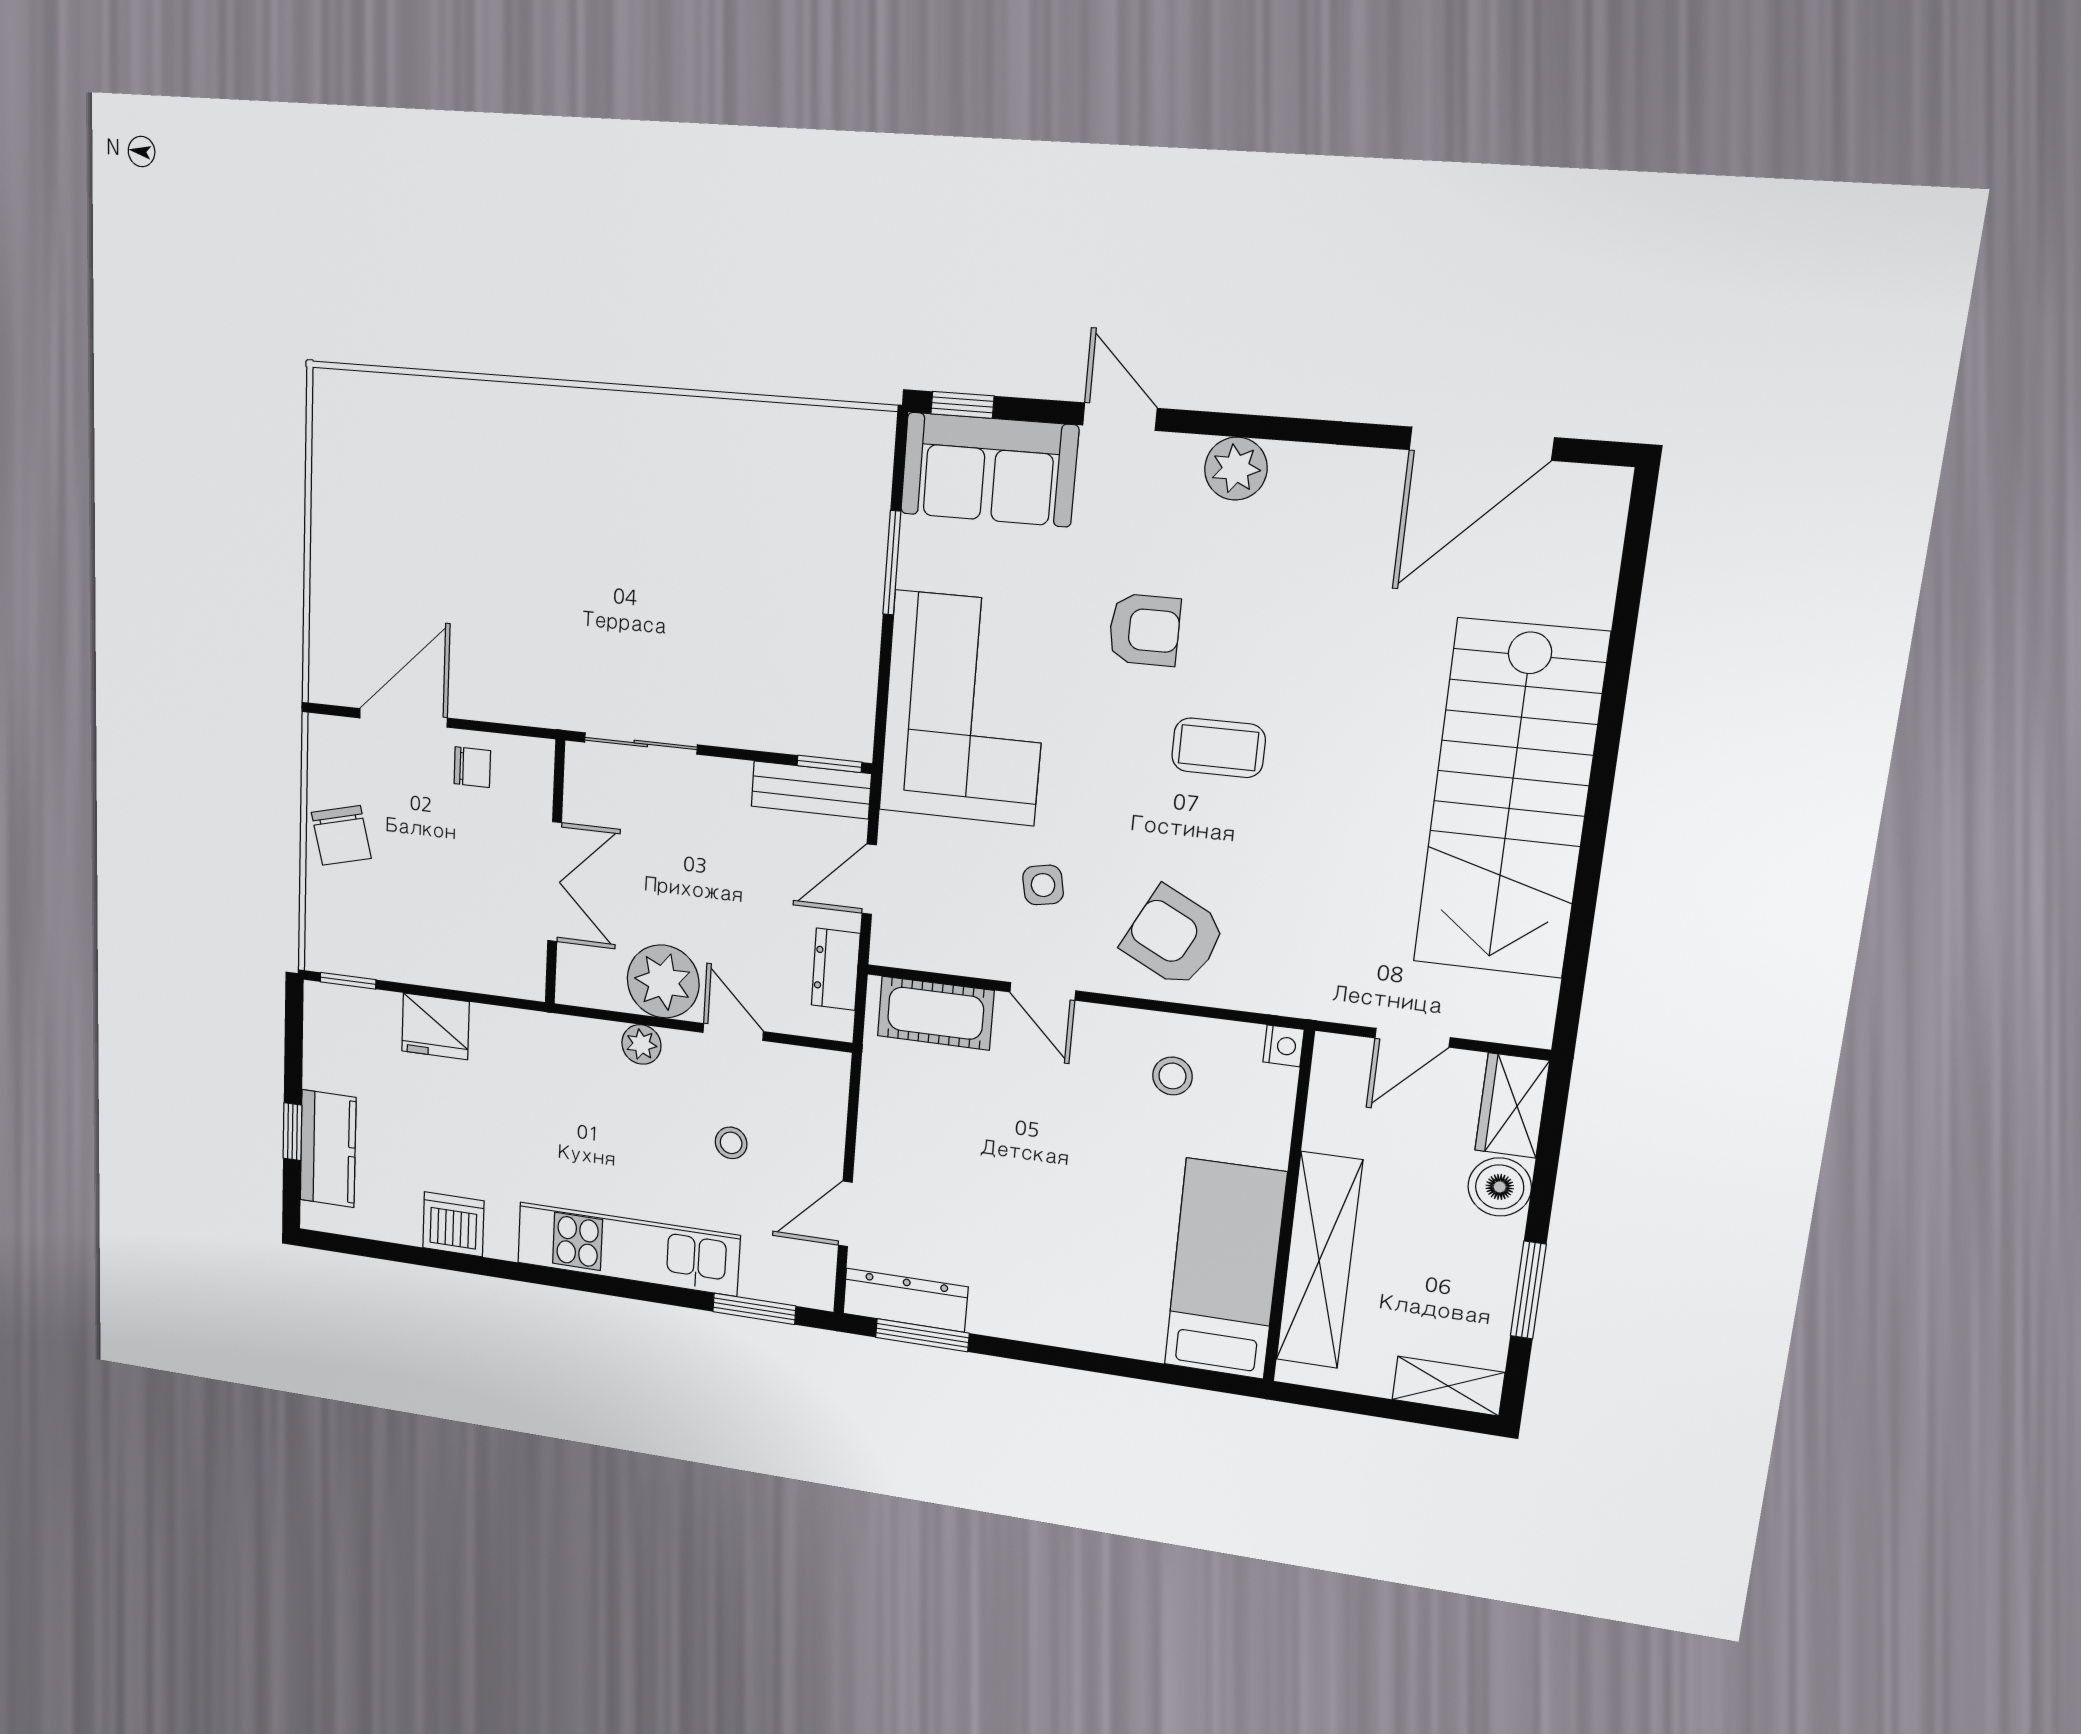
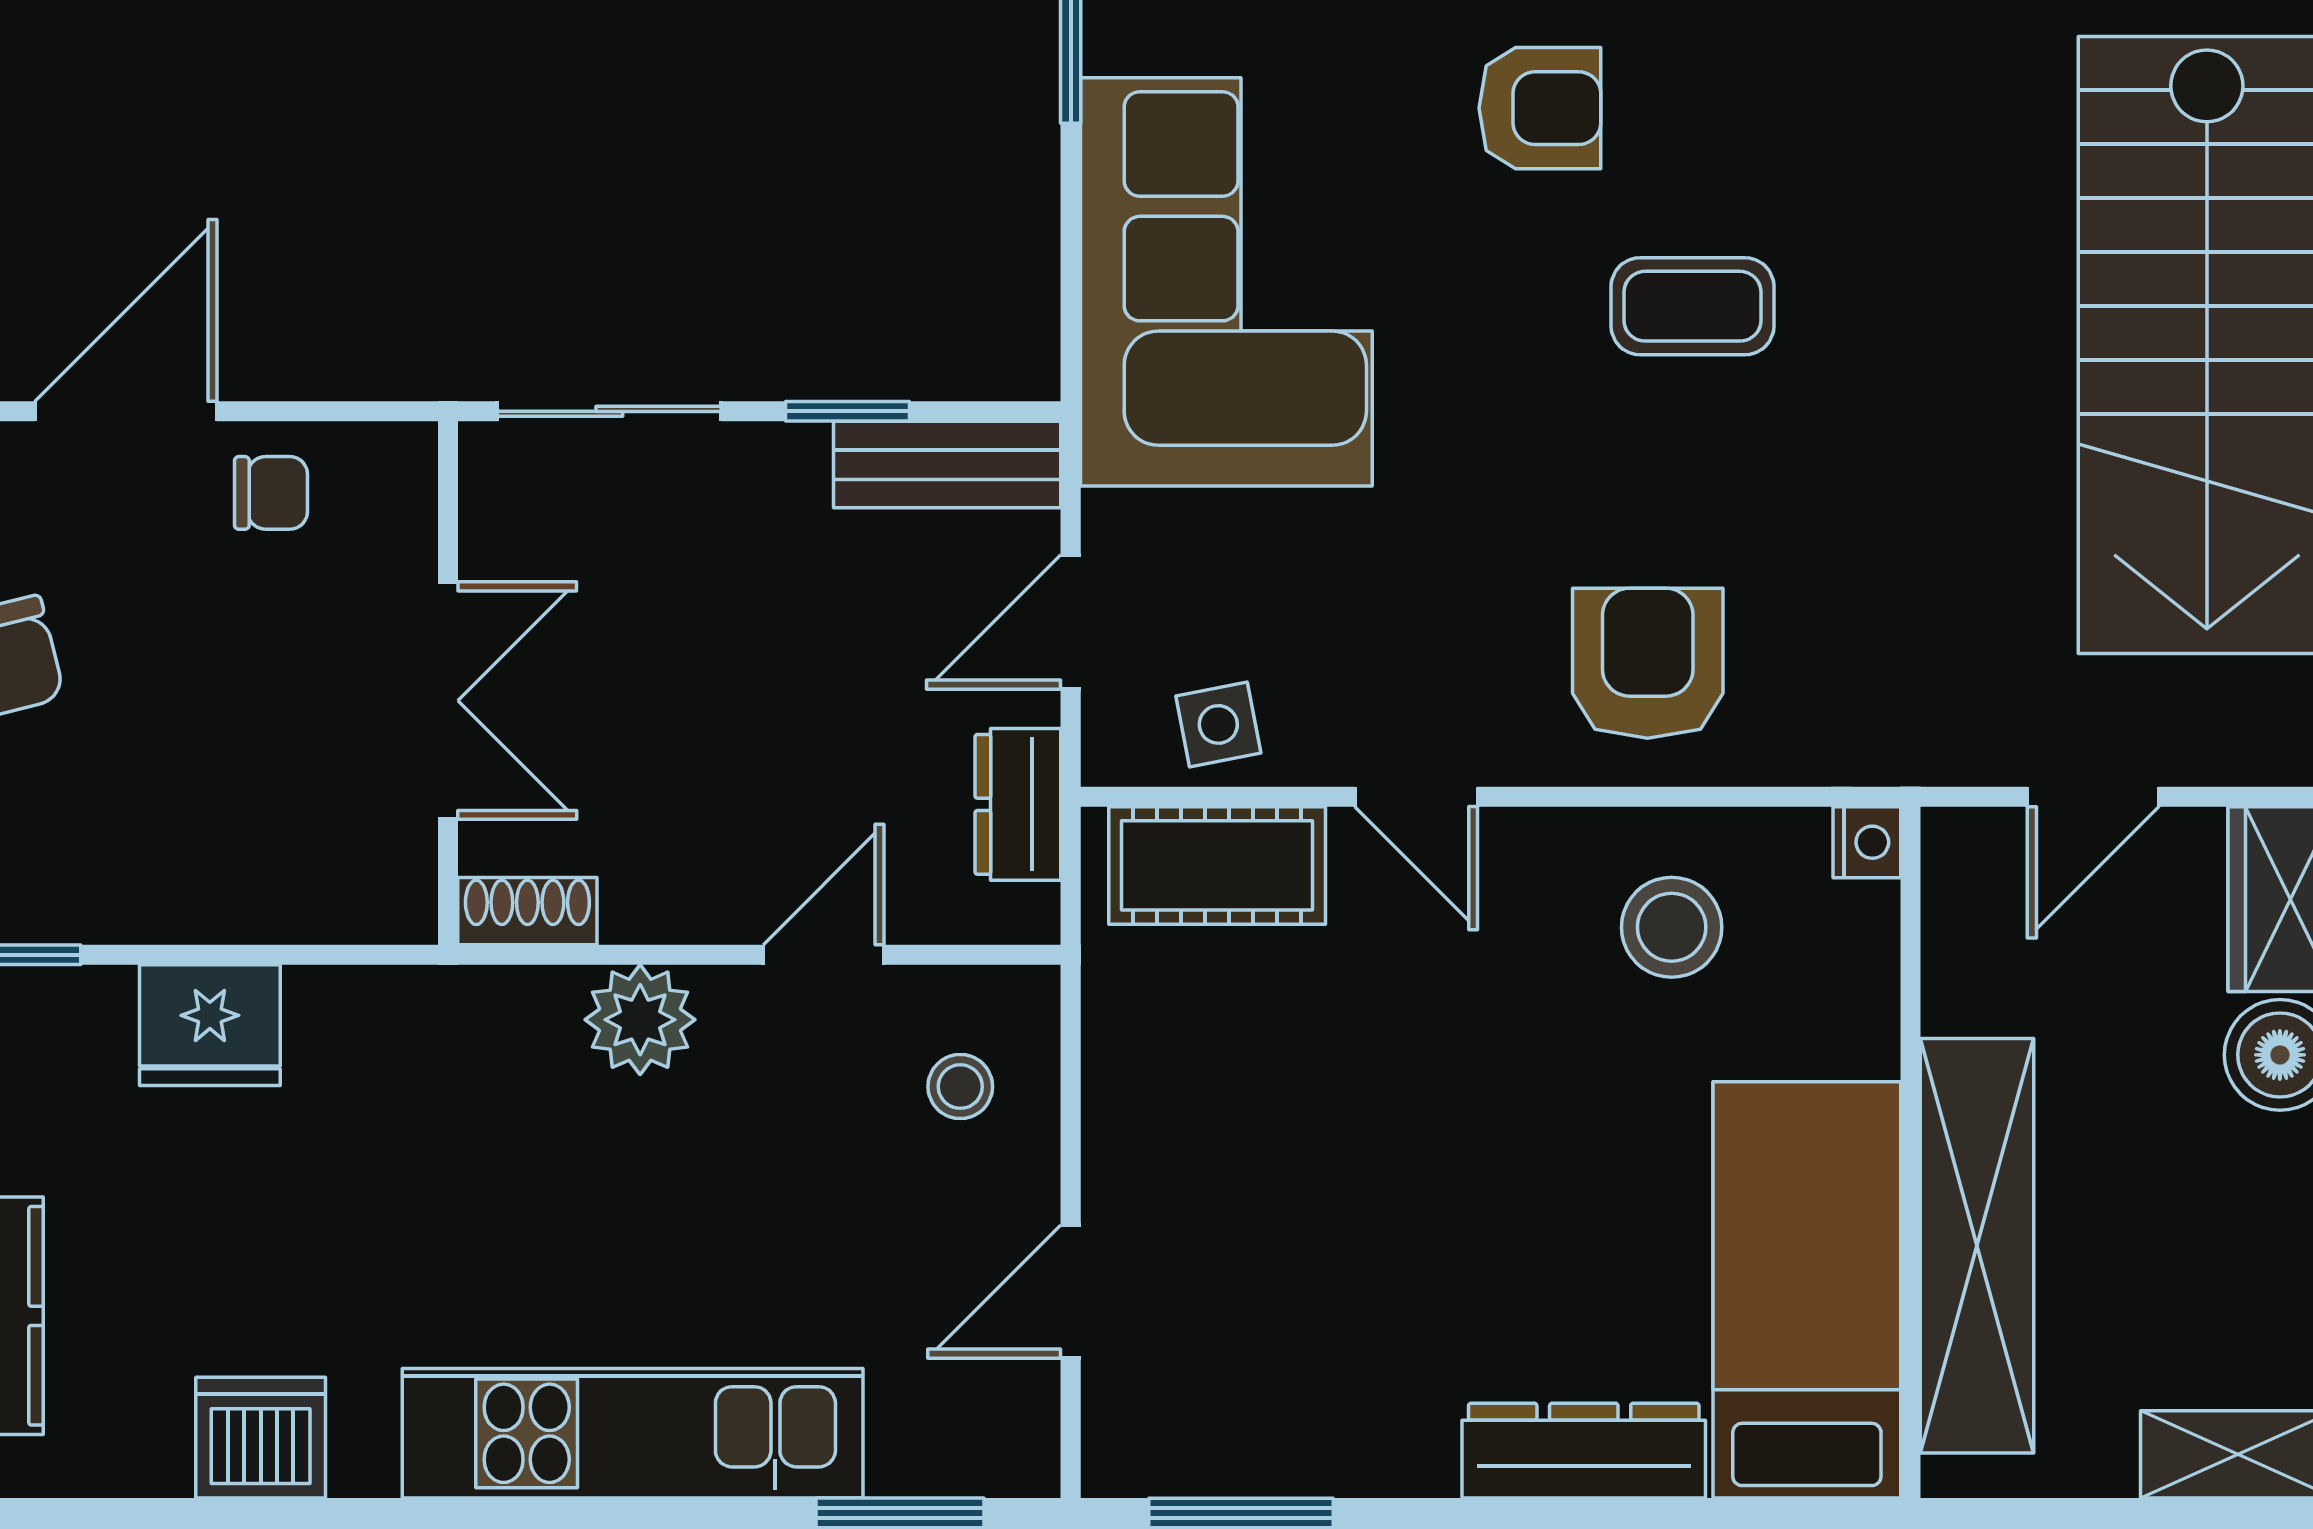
window: (829, 764) -> (848, 411), moved
side table: (1043, 885) -> (1218, 724), moved
armchair: (1174, 937) -> (1648, 663), turned 63
plant: (663, 981) -> (678, 872), removed
shoe rack: (589, 991) -> (527, 911), added
door: (733, 1032) -> (824, 955), hinge flipped
plant: (641, 1044) -> (640, 1020), width x1.38, depth x1.38
stool: (1172, 1076) -> (1672, 927), width x1.37, depth x1.37
stool: (731, 1143) -> (960, 1087), moved
dresser: (905, 1300) -> (1584, 1451), moved

